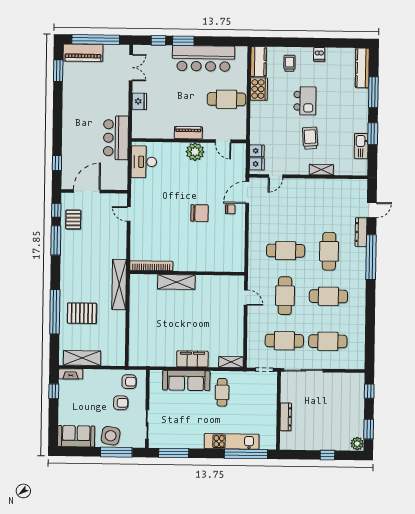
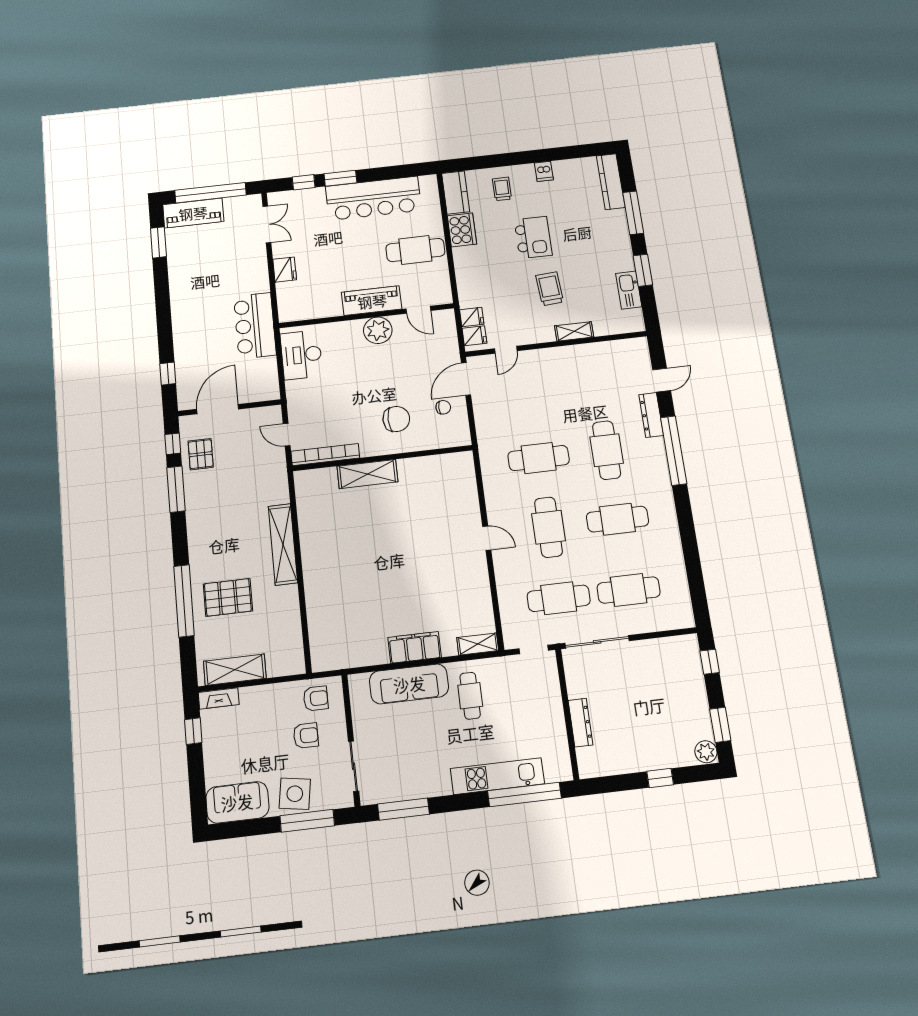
piano: (188, 133) -> (372, 301), width x1.37, depth x1.33
bookcase: (151, 266) -> (325, 455), moved
wall: (187, 273) -> (383, 458), moved
shelving: (176, 282) -> (367, 474), moved

